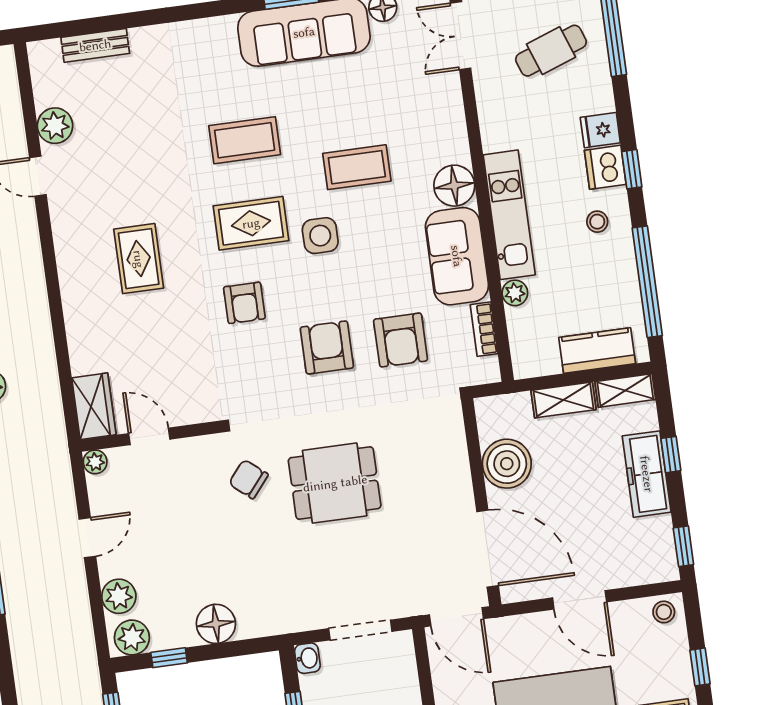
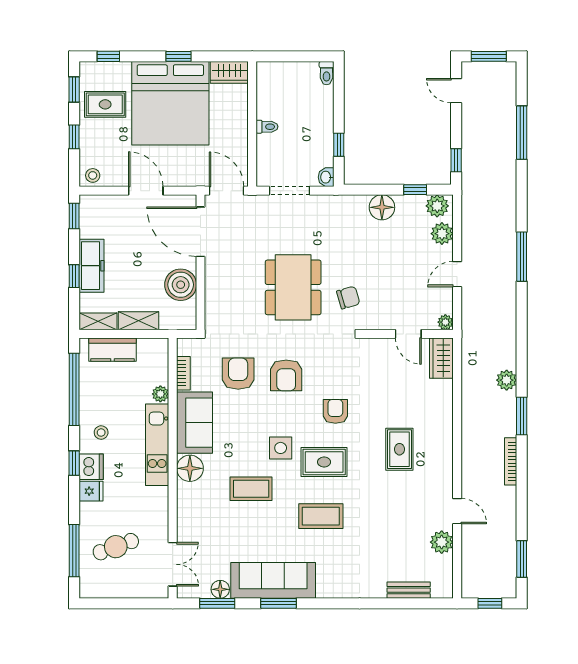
chair: (248, 479) -> (348, 298), turned -56
dining table: (335, 483) -> (293, 287), width x1.38

